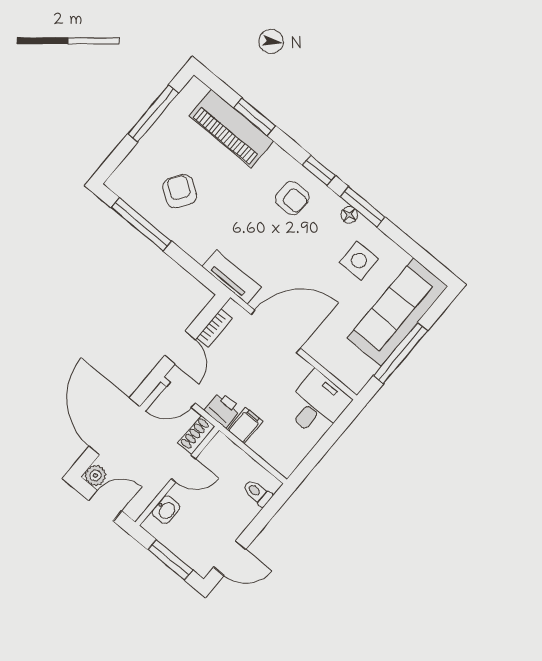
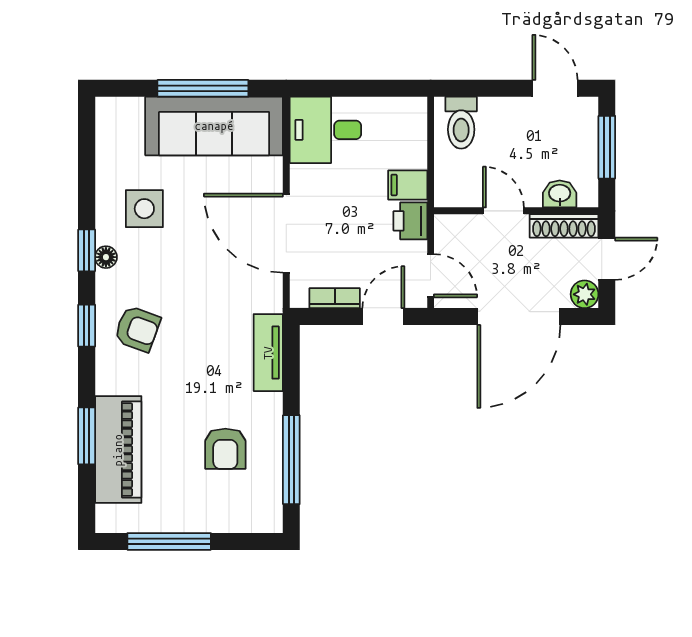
armchair: (180, 191) -> (225, 449), turned -35
armchair: (292, 198) -> (137, 329), turned 110
window: (363, 207) -> (87, 250), width x0.67
tv unit: (232, 277) -> (268, 353), moved
sofa: (398, 312) -> (214, 126), moved
shoe rack: (197, 435) -> (564, 226), moved, width x1.43
toilet: (257, 493) -> (461, 123), width x1.37, depth x1.39
door: (105, 506) -> (607, 259), swing flipped

